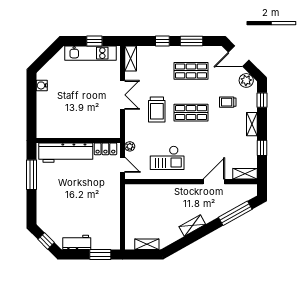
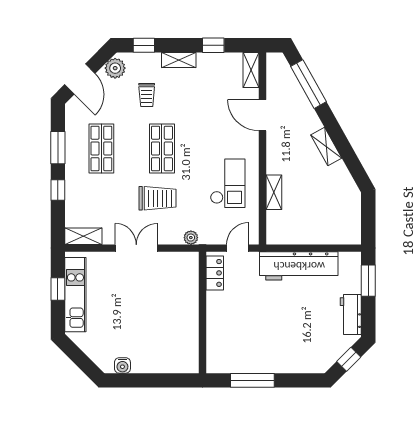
plant: (130, 146) -> (191, 238), moved
workbench: (66, 153) -> (299, 266), moved, turned 90
shelving: (147, 244) -> (274, 192), moved

